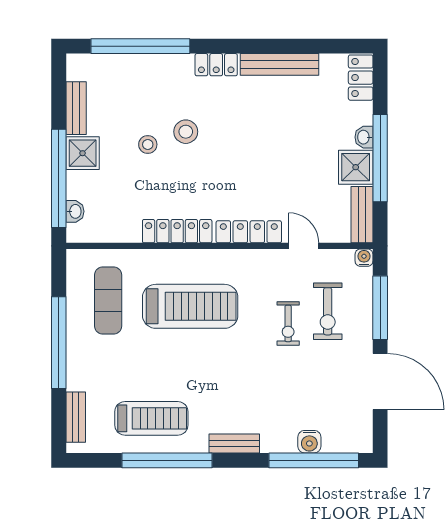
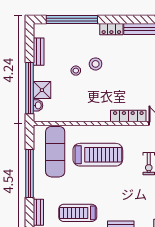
shower: (83, 153) -> (42, 90), moved
locker: (177, 231) -> (91, 116), removed
exercise mat: (108, 300) -> (55, 152), width x1.36, depth x1.45
treadmill: (151, 418) -> (78, 213), turned 180

